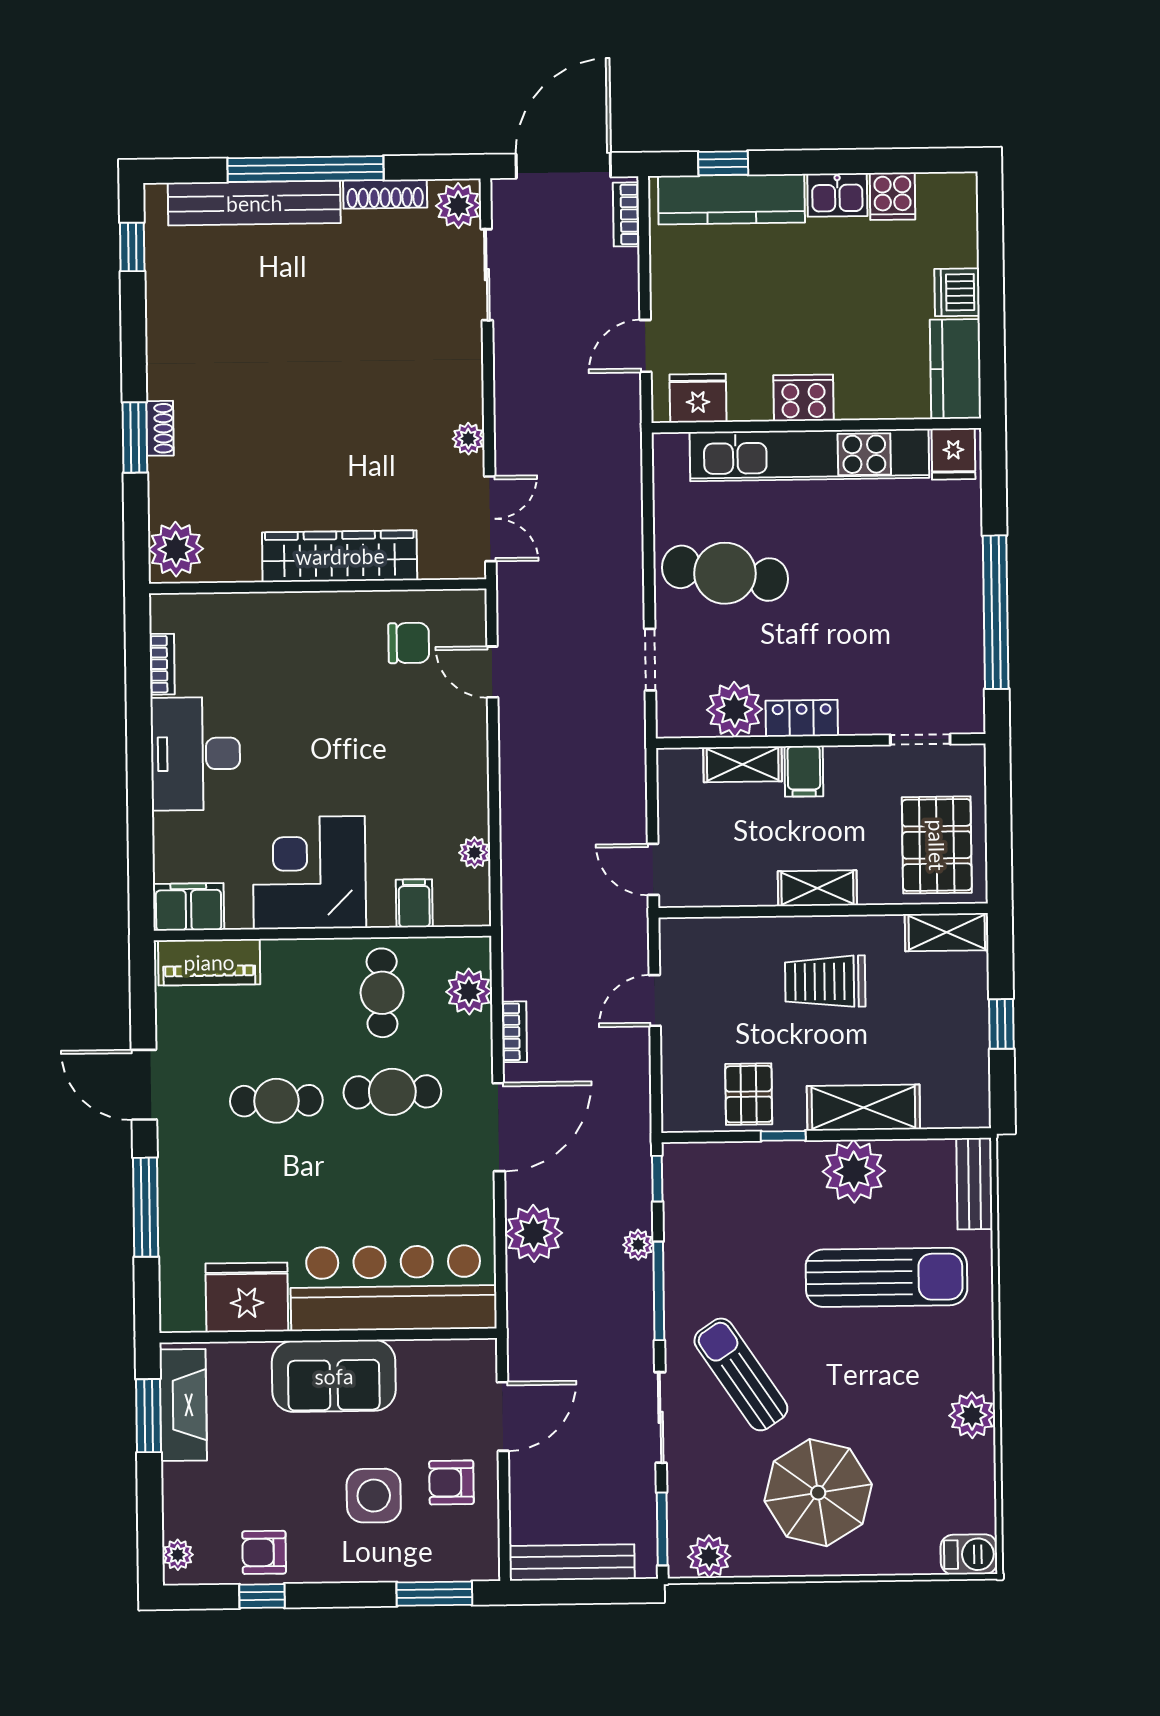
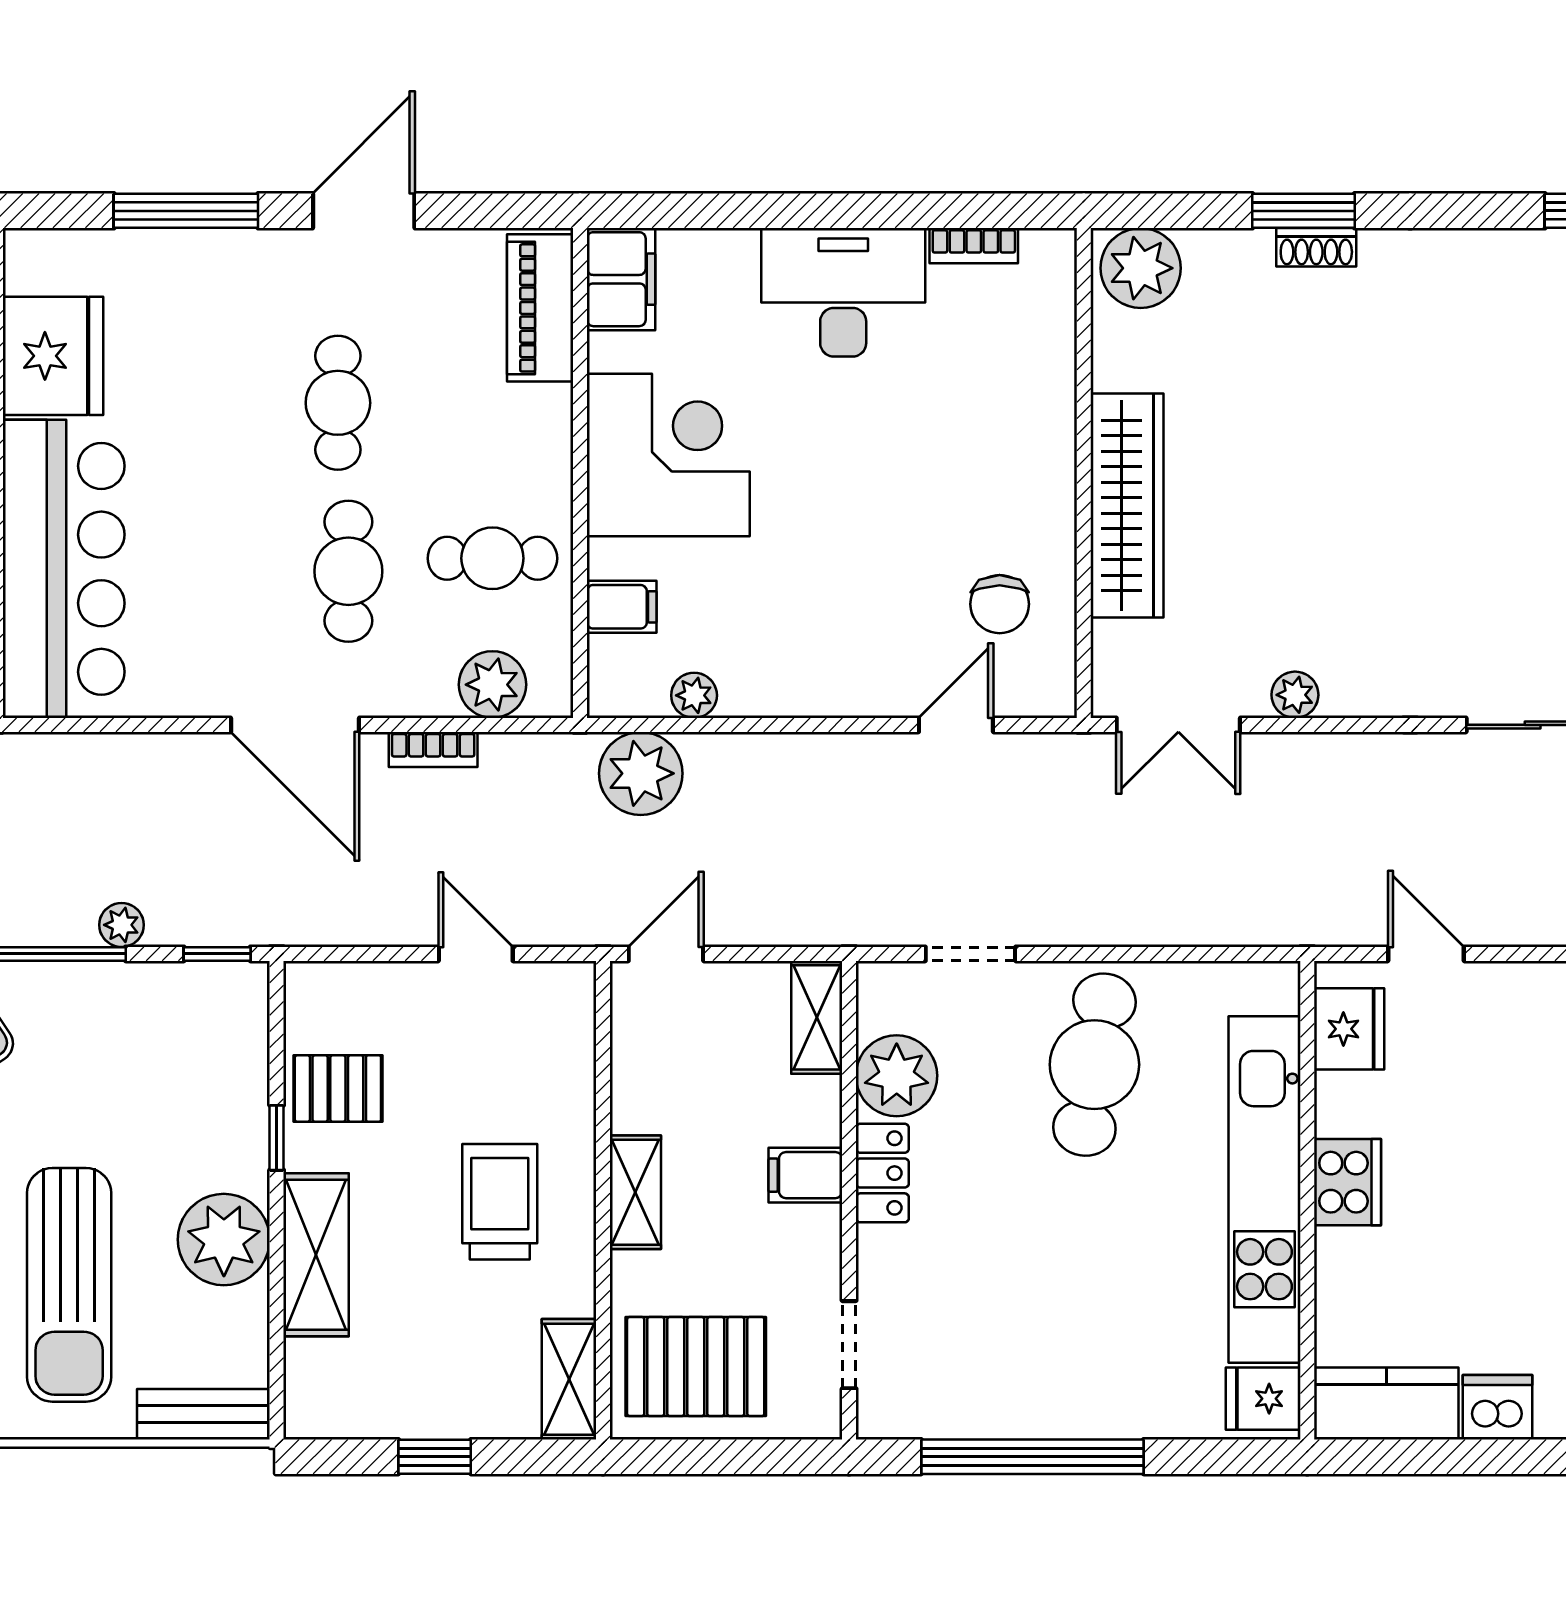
shelving: (743, 764) -> (817, 1017), moved
plant: (534, 1233) -> (641, 773), moved

